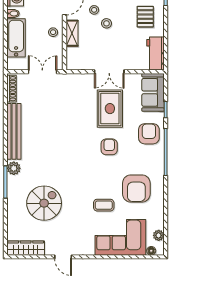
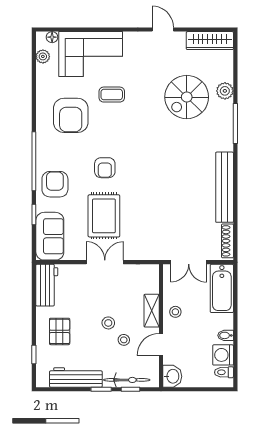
bathtub: (16, 38) -> (222, 288), moved
armchair: (149, 134) -> (55, 184), turned 180
plant: (14, 168) -> (225, 91), moved
armchair: (136, 189) -> (71, 115), turned 180

